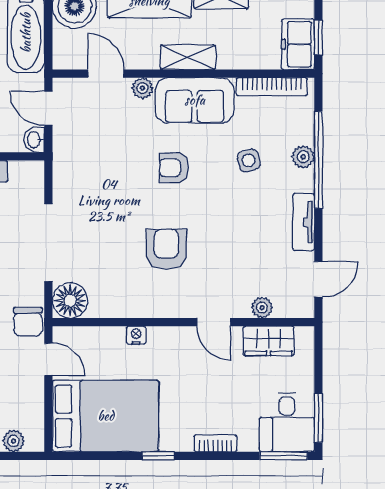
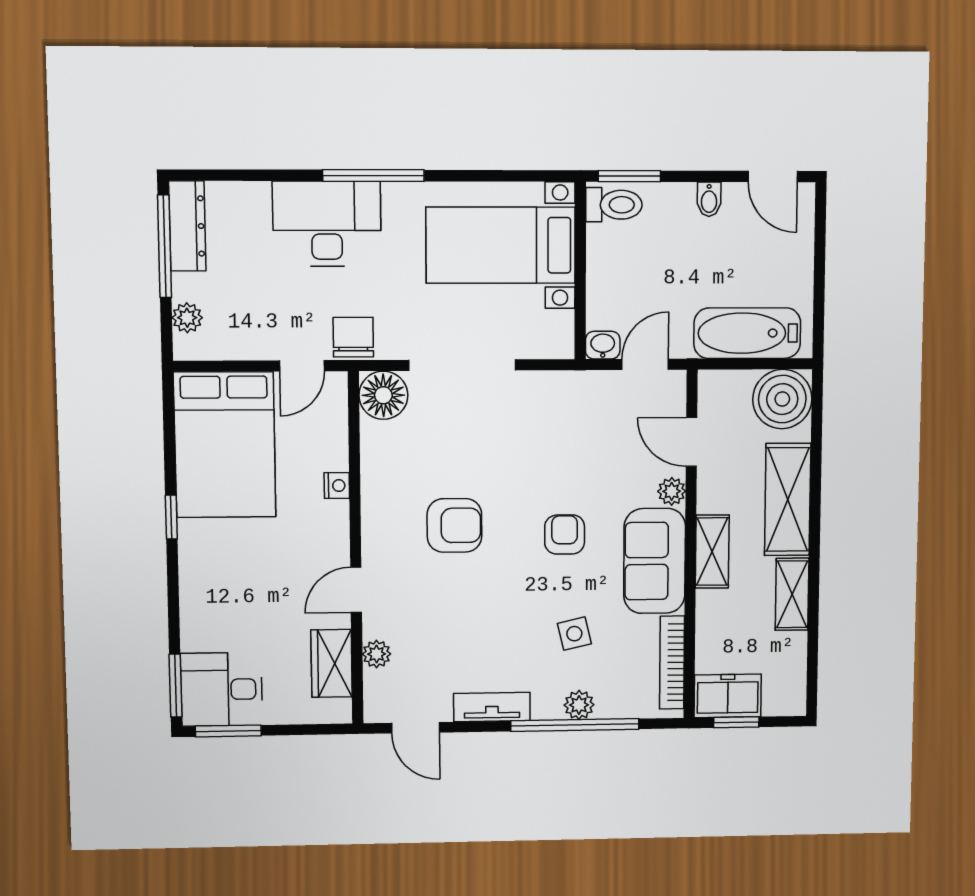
door: (106, 74) -> (691, 442), swing flipped
chair: (28, 322) -> (353, 337), turned 90
bookcase: (215, 443) -> (191, 594), removed

